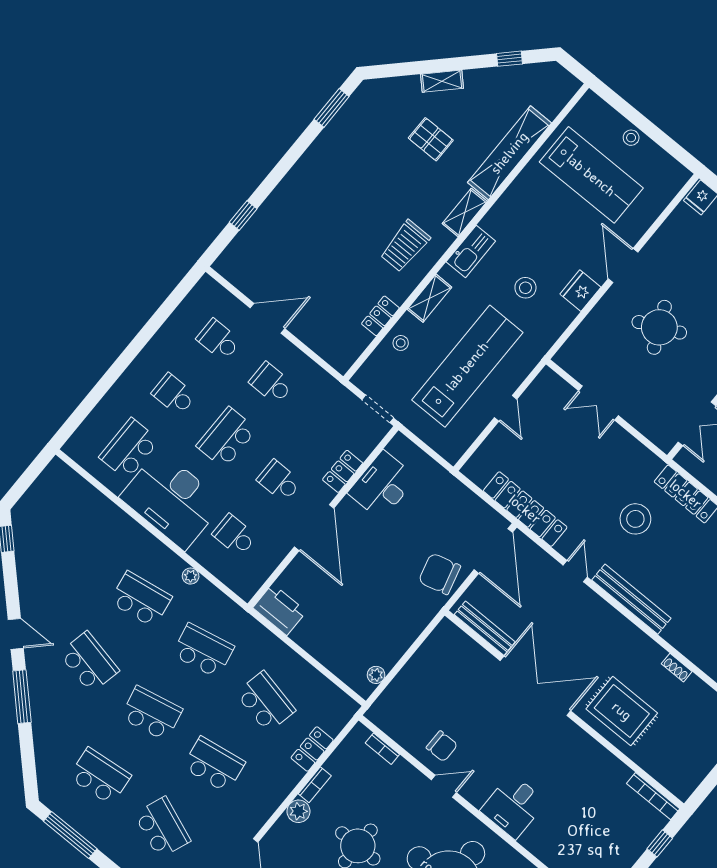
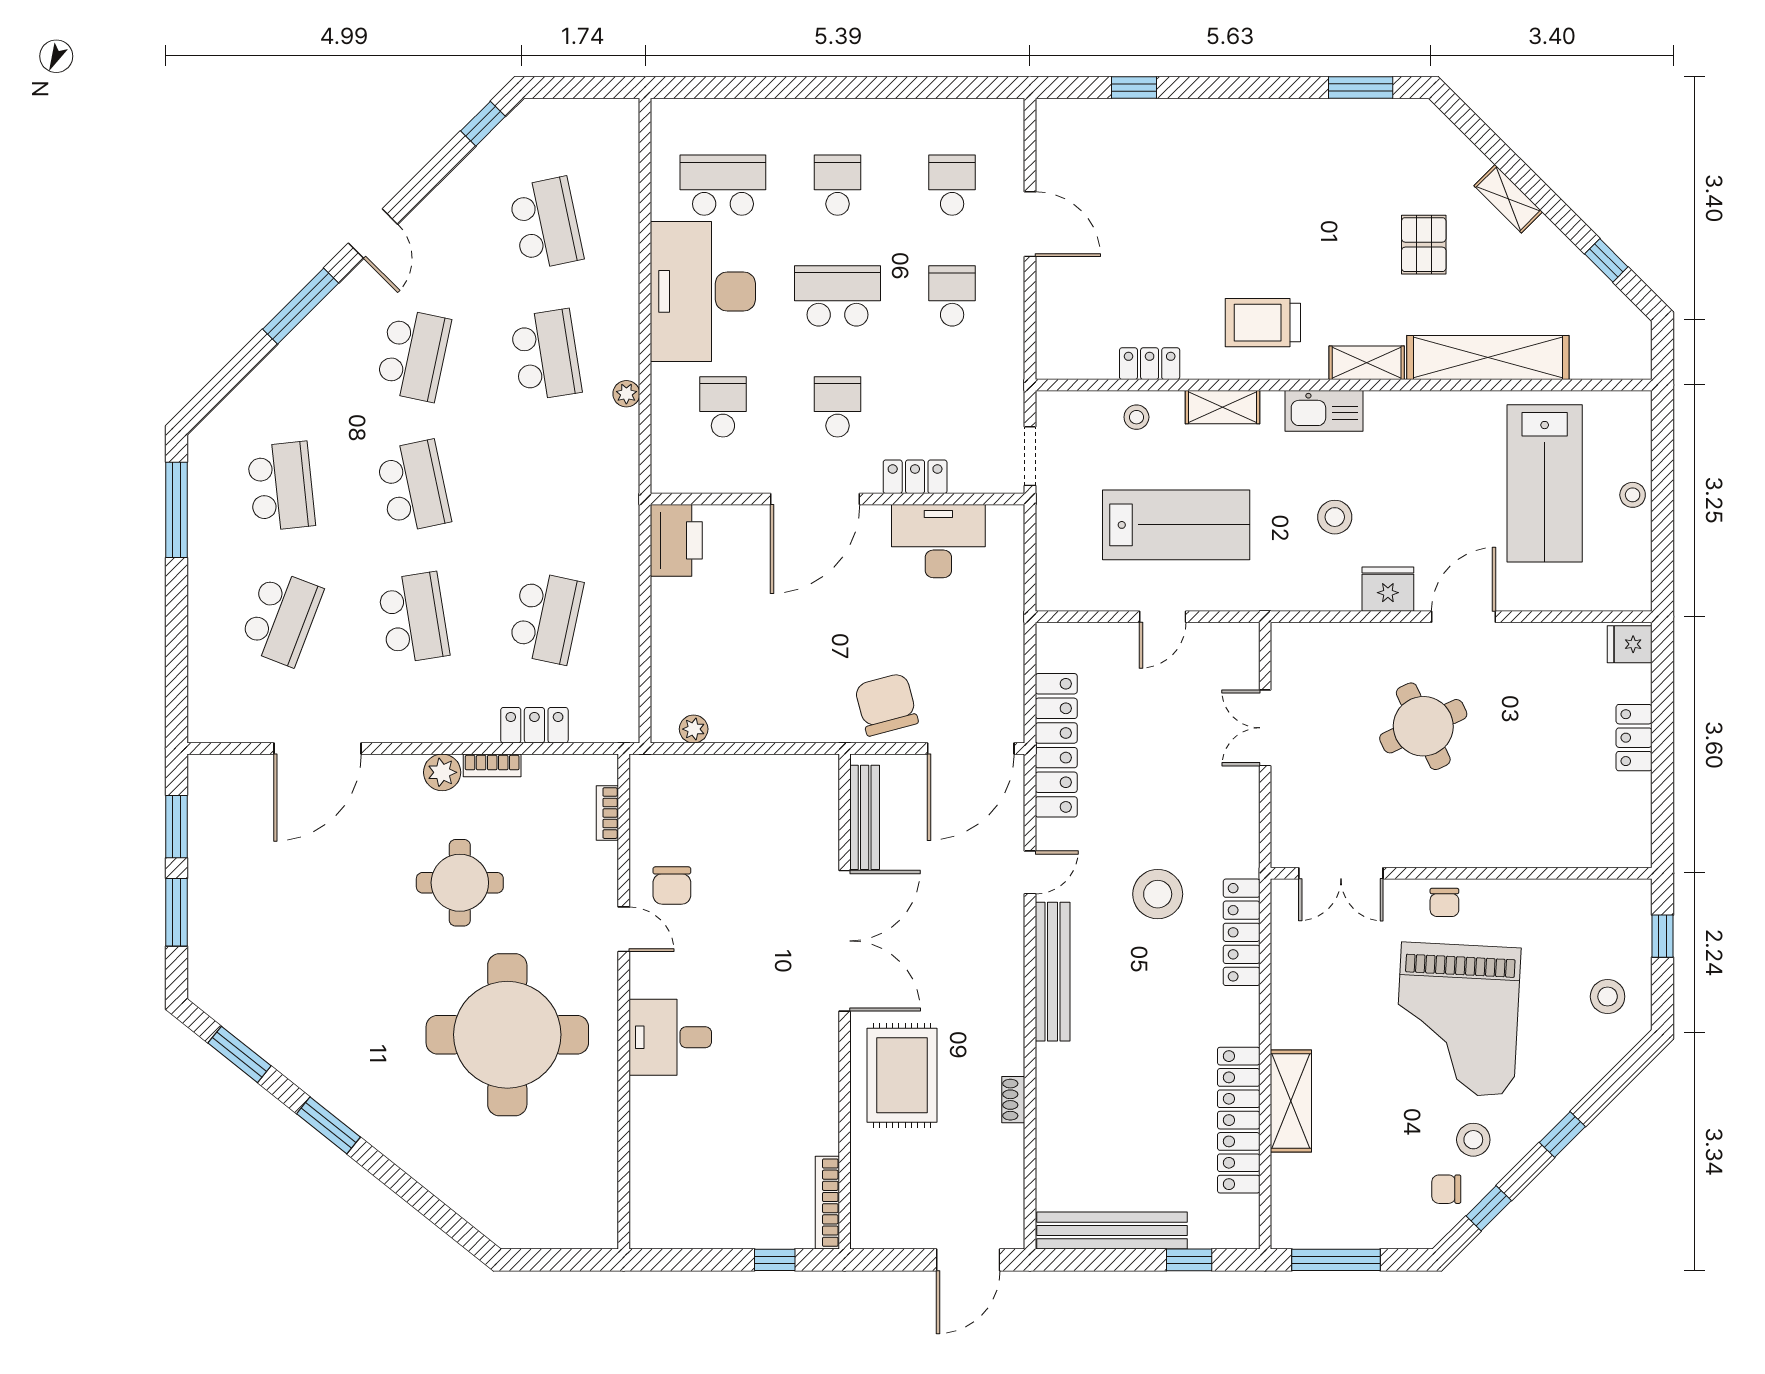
lab bench: (467, 366) -> (1176, 525), width x0.73
school desk: (203, 650) -> (546, 224), moved

